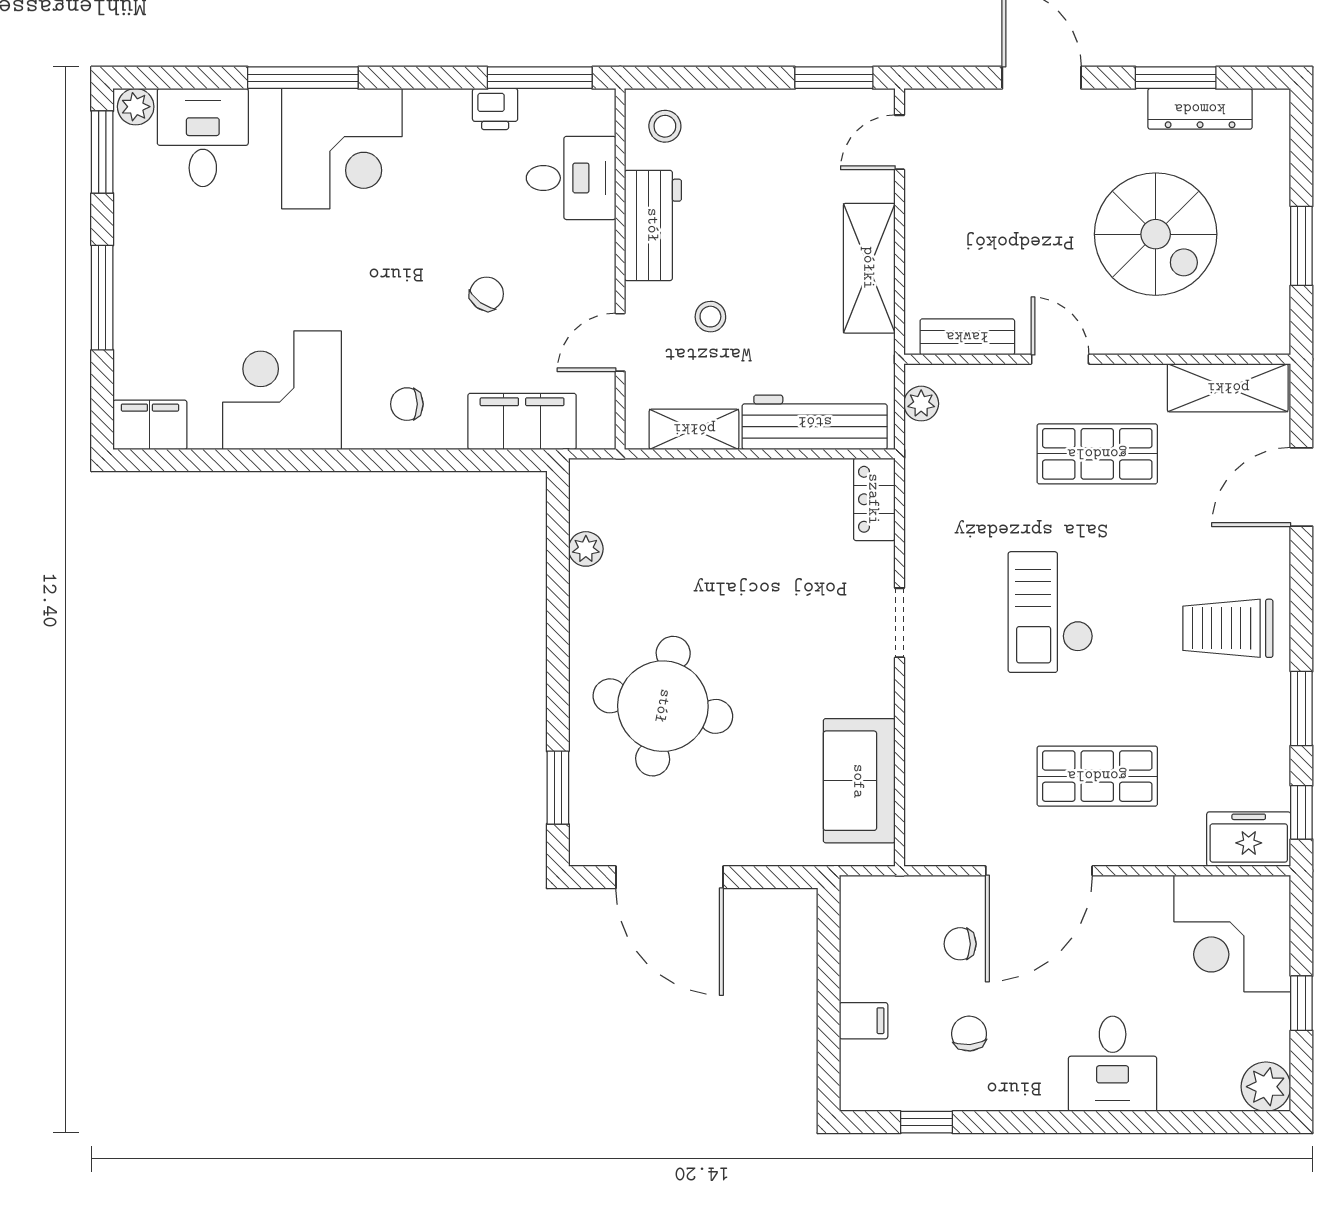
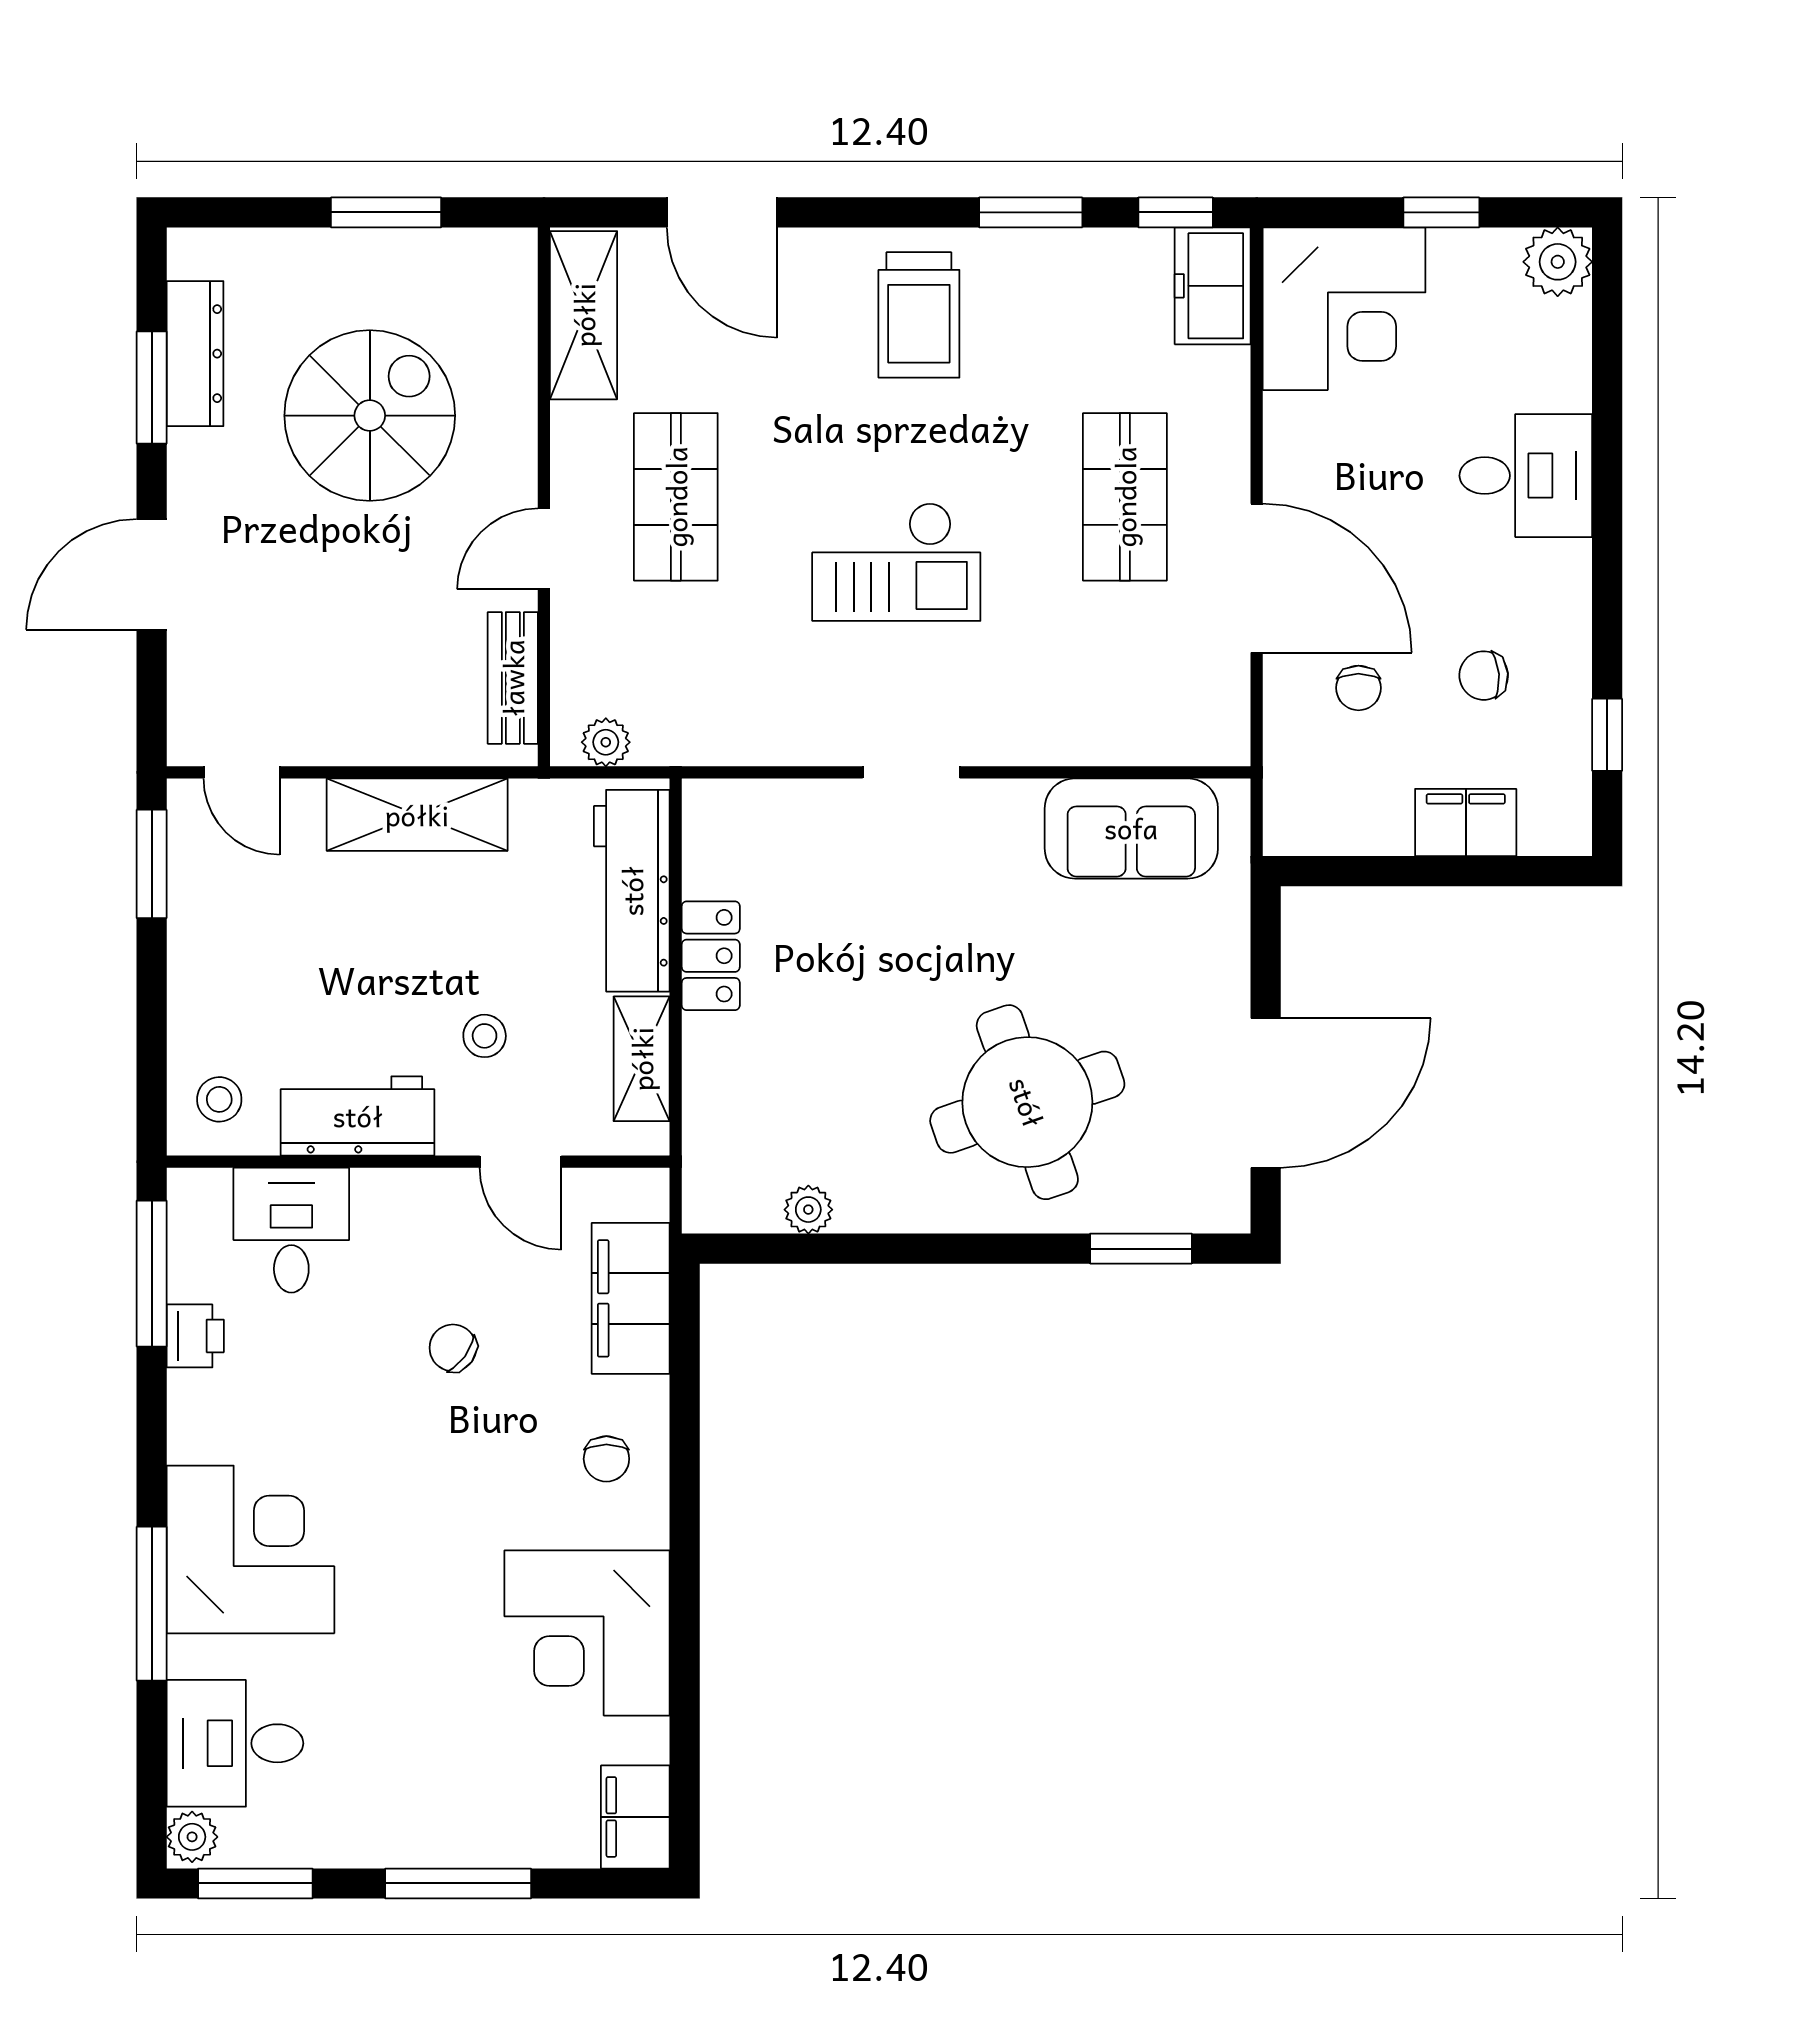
locker: (874, 499) -> (711, 956), moved, turned -90
round table: (663, 706) -> (1027, 1102), turned -30
filing cabinet: (864, 1021) -> (1466, 823), width x2.00

